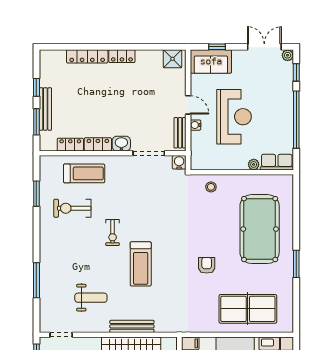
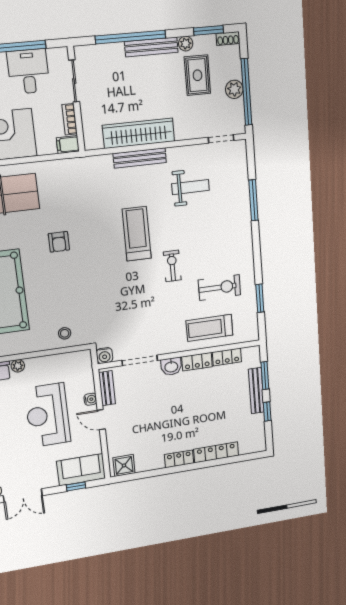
weight bench: (91, 298) -> (190, 187), turned 180

